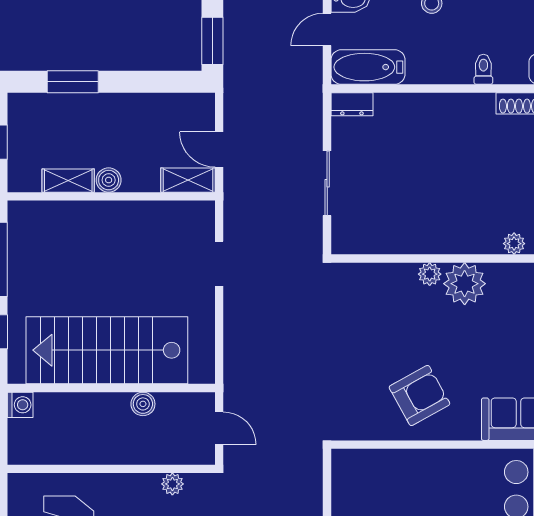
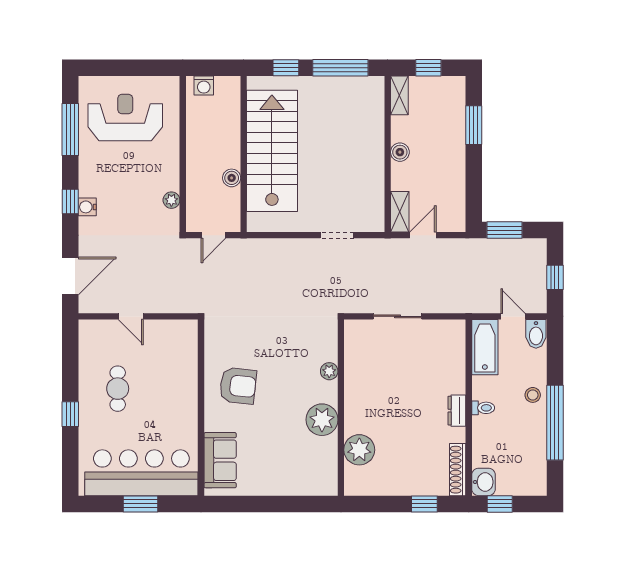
toilet: (483, 69) -> (483, 408), moved
dresser: (352, 104) -> (457, 411), moved
shelving: (68, 181) -> (399, 95), moved
plant: (514, 244) -> (359, 450), width x1.88, depth x1.88
plant: (430, 274) -> (329, 371), moved
armchair: (419, 395) -> (238, 386), turned -55
washing machine: (20, 405) -> (204, 86), moved

